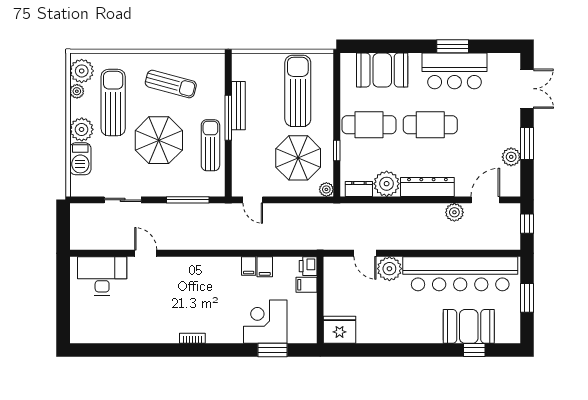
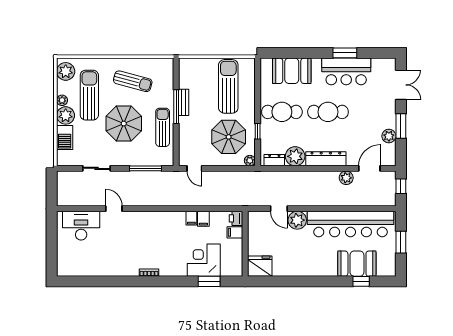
plant: (77, 91) -> (62, 100), moved
bench: (238, 106) -> (184, 102), width x0.73

